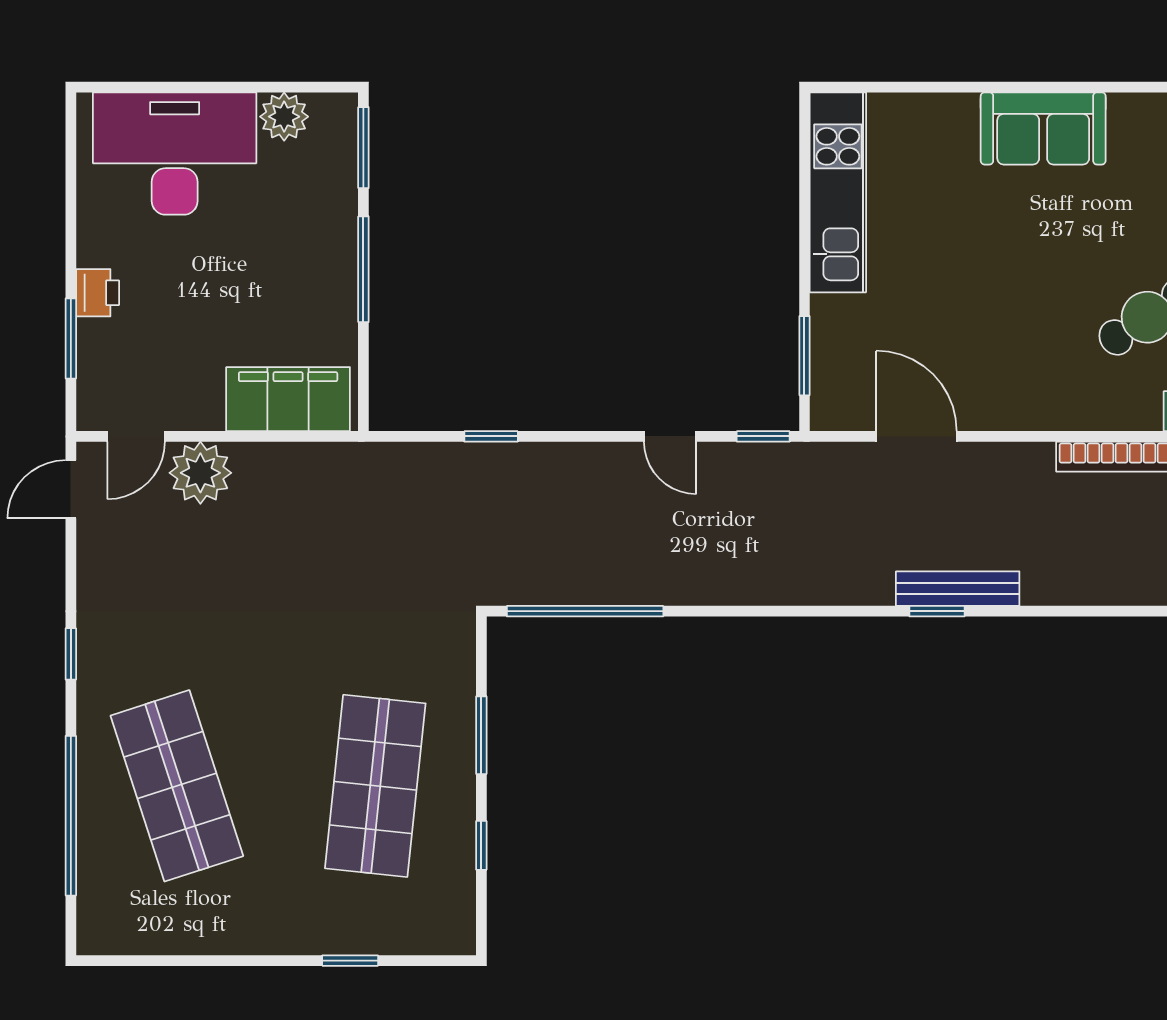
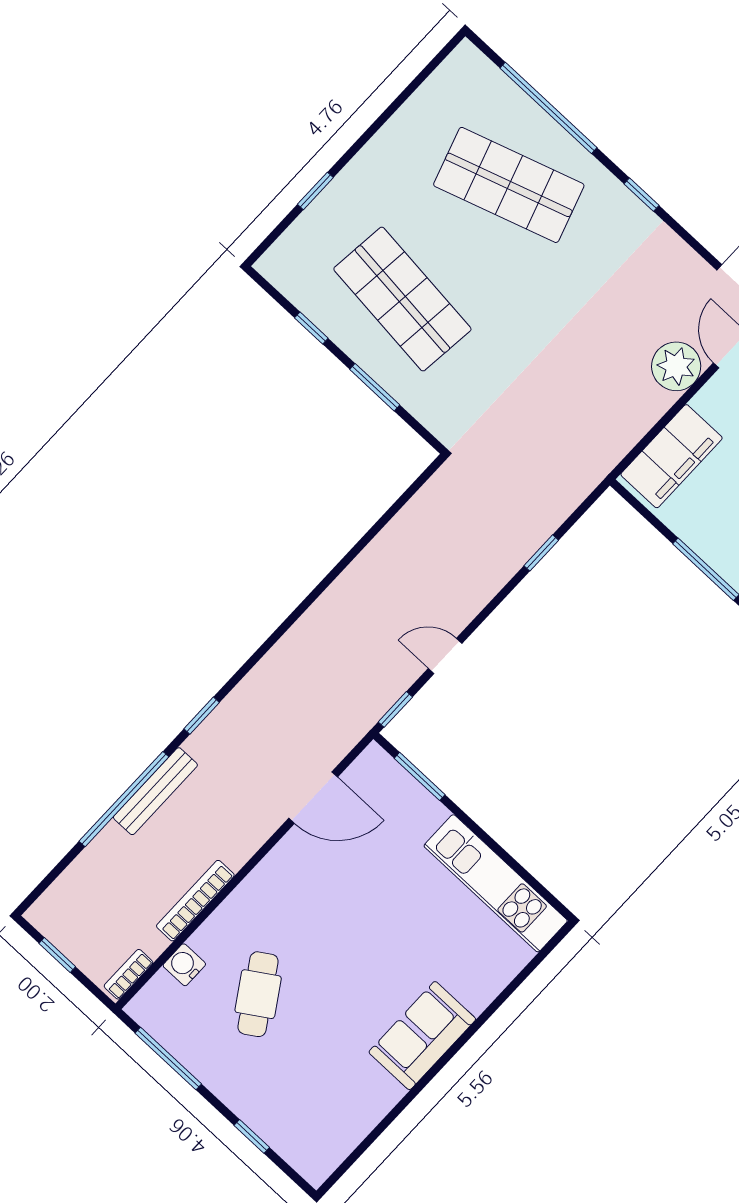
bench: (958, 589) -> (155, 791), moved
window: (585, 611) -> (124, 799), moved

